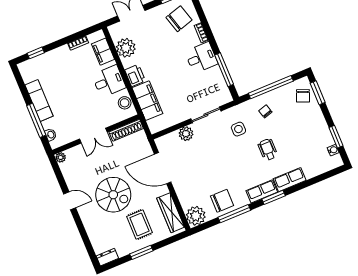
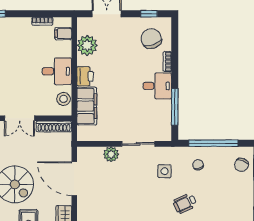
chair: (179, 19) -> (151, 39), turned -94
filing cabinet: (103, 52) -> (63, 34), width x0.50
wheelchair: (268, 150) -> (185, 203), turned -115

